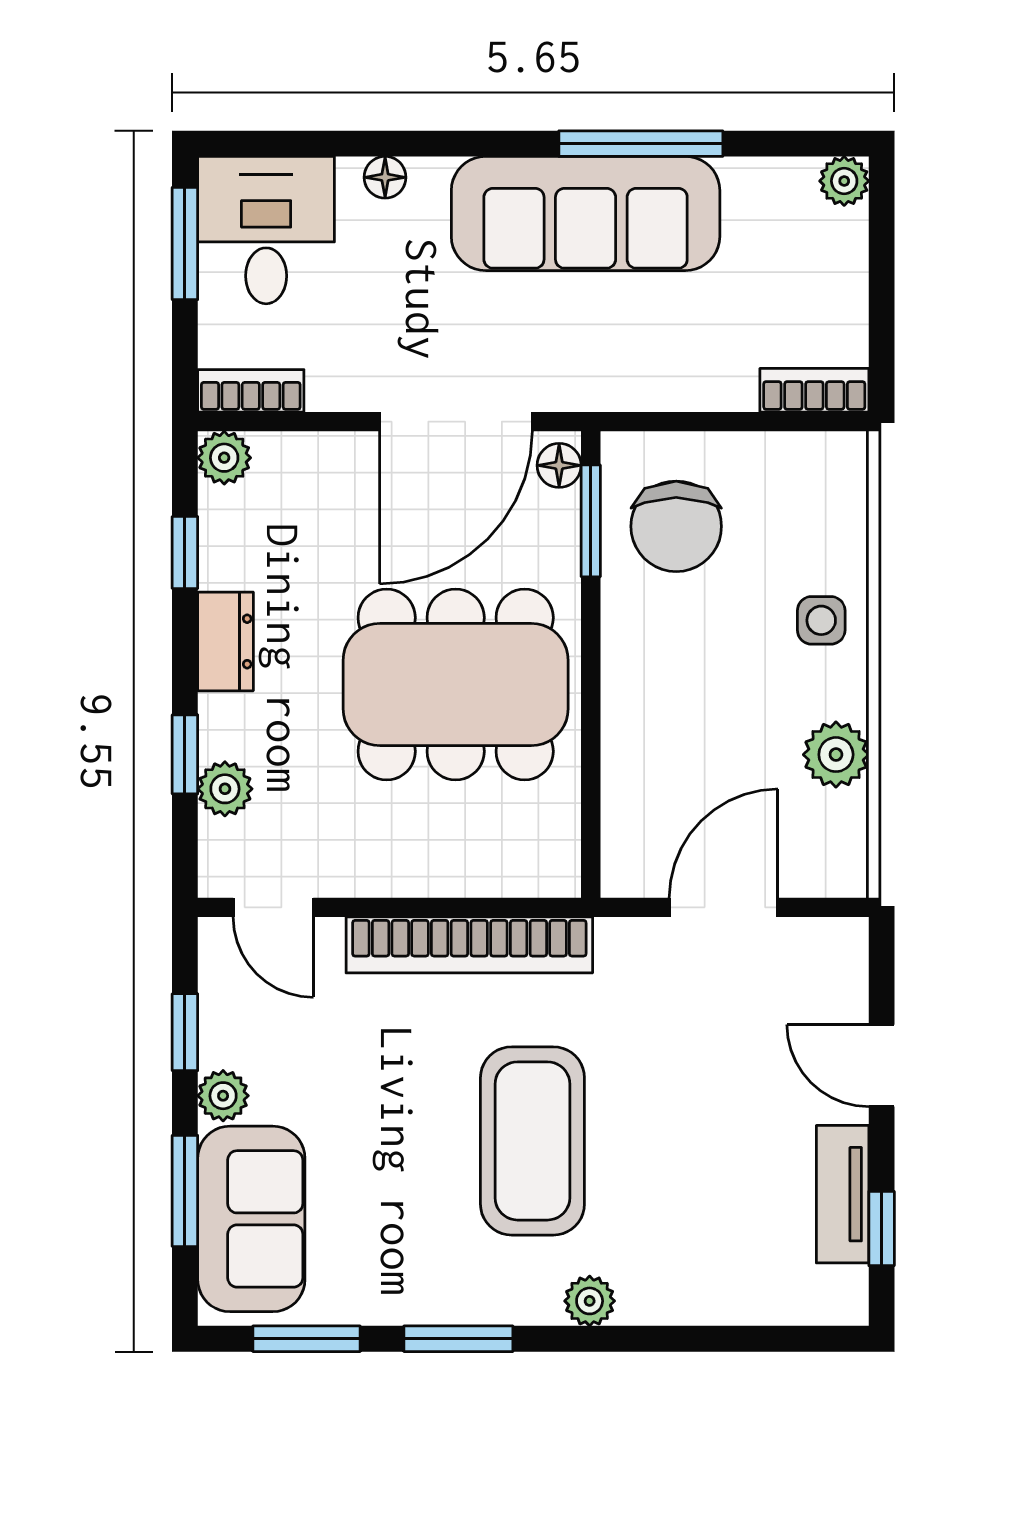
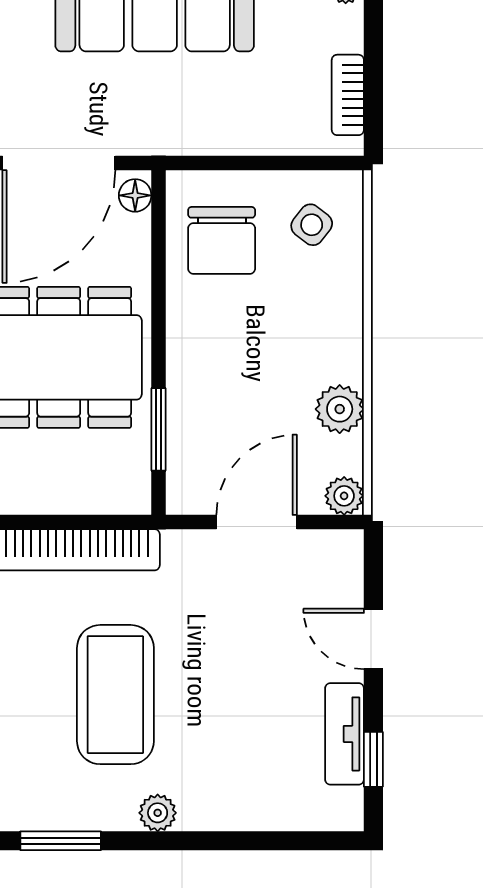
bookcase: (814, 390) -> (348, 95), moved, turned -90
window: (591, 521) -> (158, 429), moved
side table: (821, 620) -> (312, 225), moved, turned 38
plant: (842, 872) -> (344, 496), added

